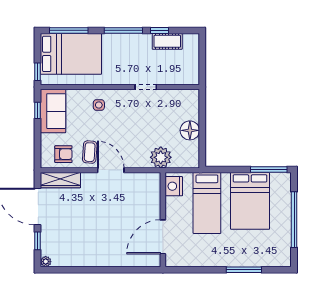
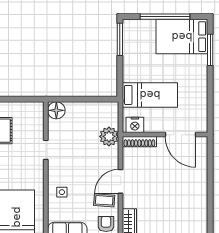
floor lamp: (190, 130) -> (56, 110), moved
shoe rack: (155, 191) -> (139, 142), added
bed: (250, 201) -> (182, 37), moved, turned 180
window: (244, 270) -> (210, 50), moved

